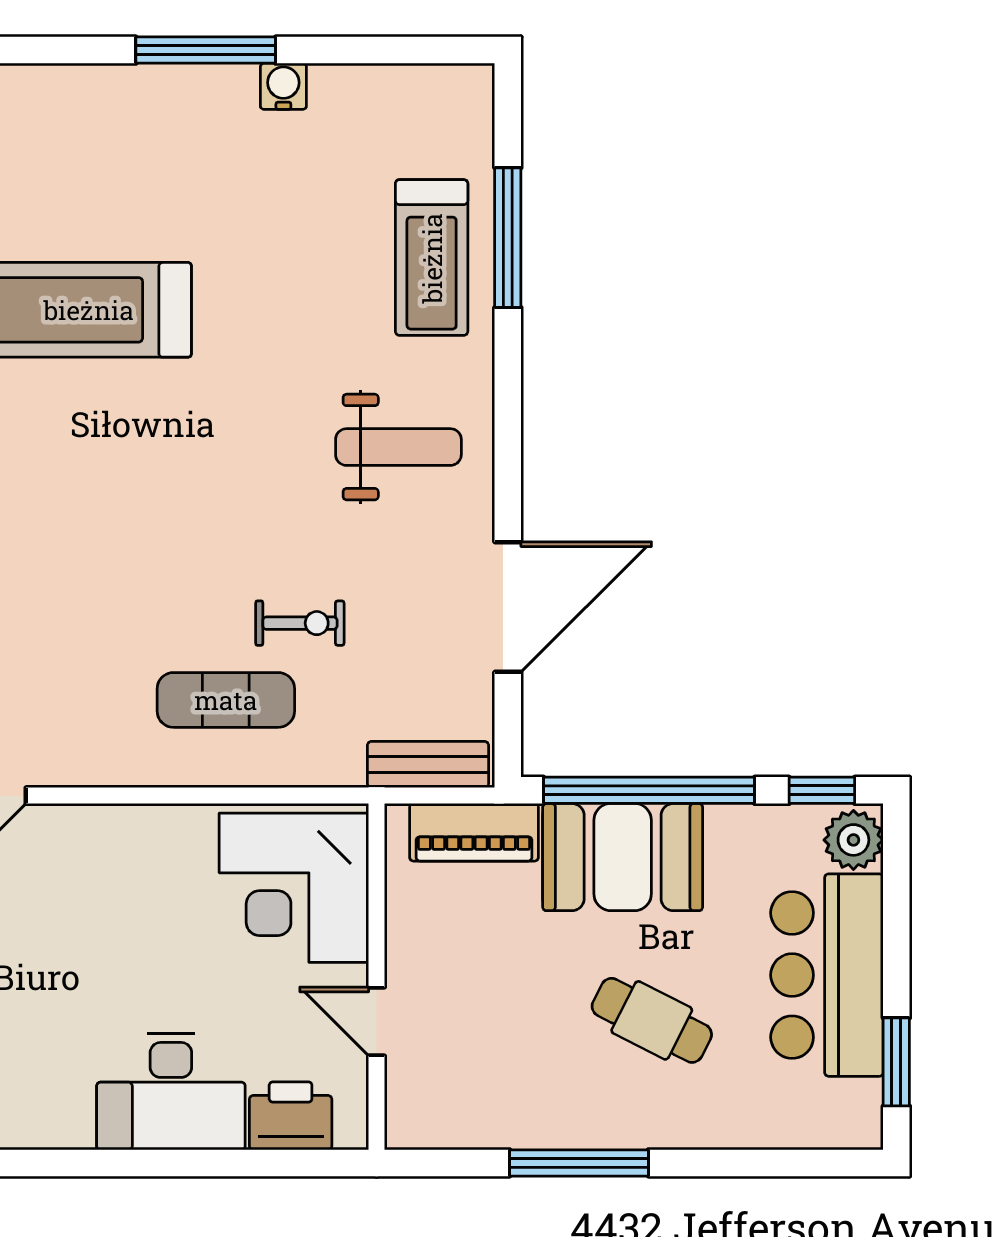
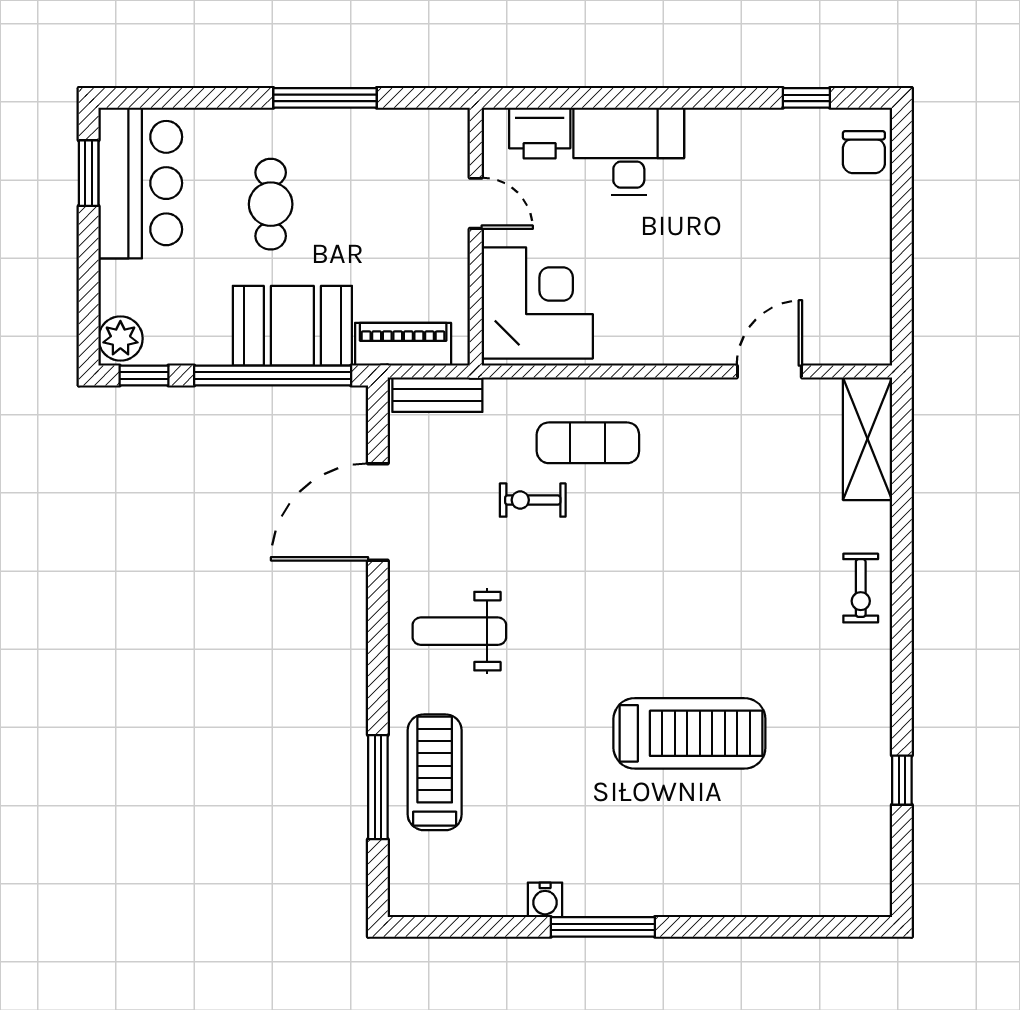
bar counter: (827, 975) -> (140, 183), moved
cafe table: (652, 1020) -> (271, 204), turned 63

